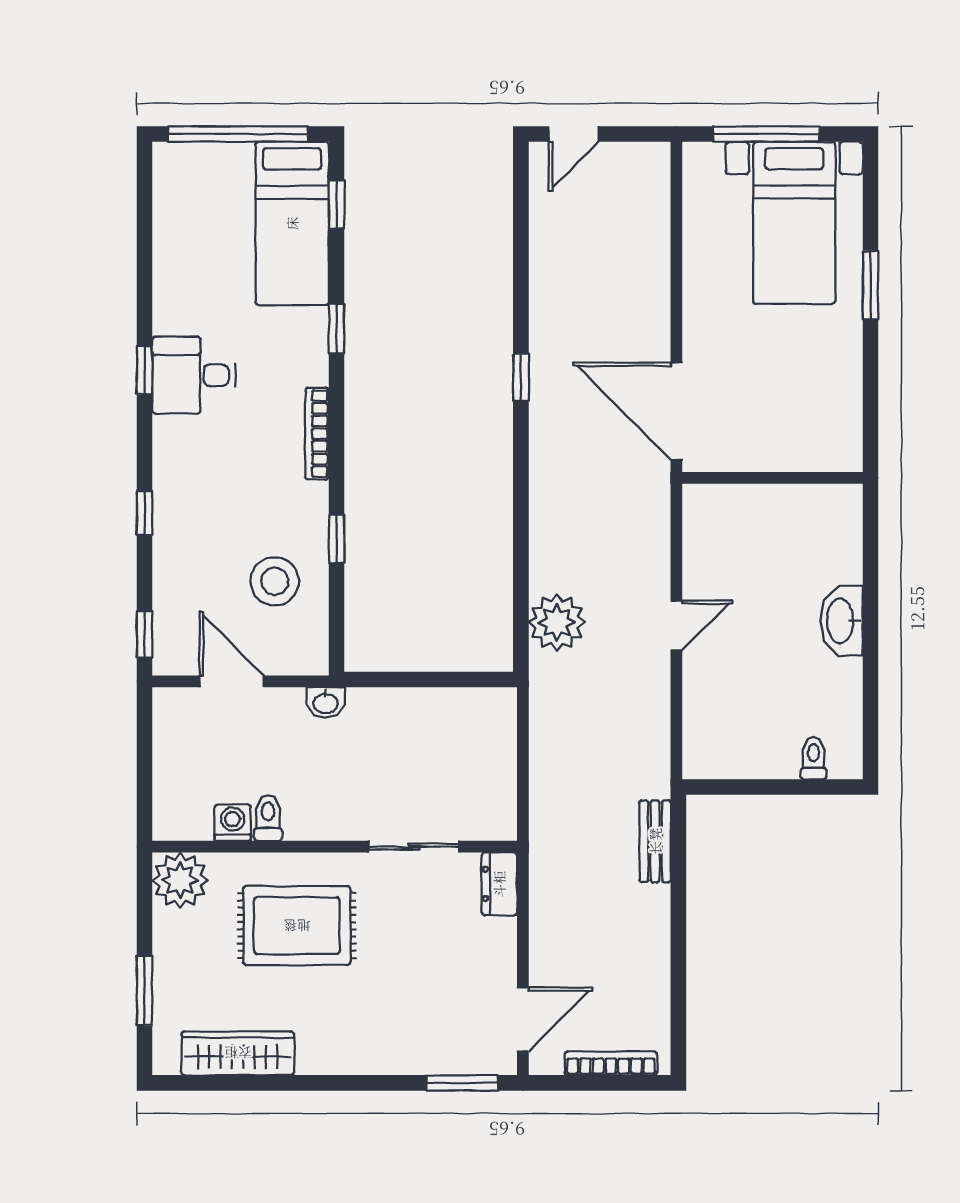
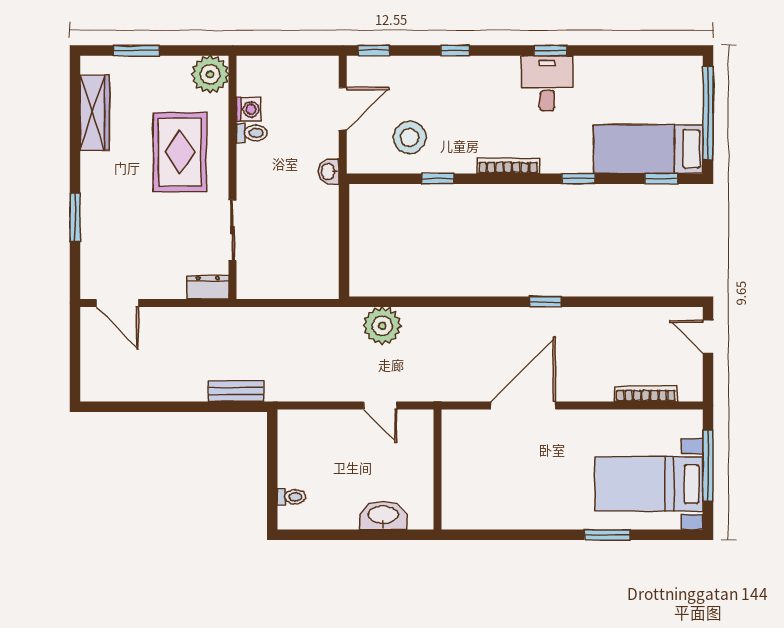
wall: (772, 478) -> (438, 470), moved
bookcase: (611, 1063) -> (646, 394), moved, turned -90
window: (462, 1083) -> (75, 217), moved

